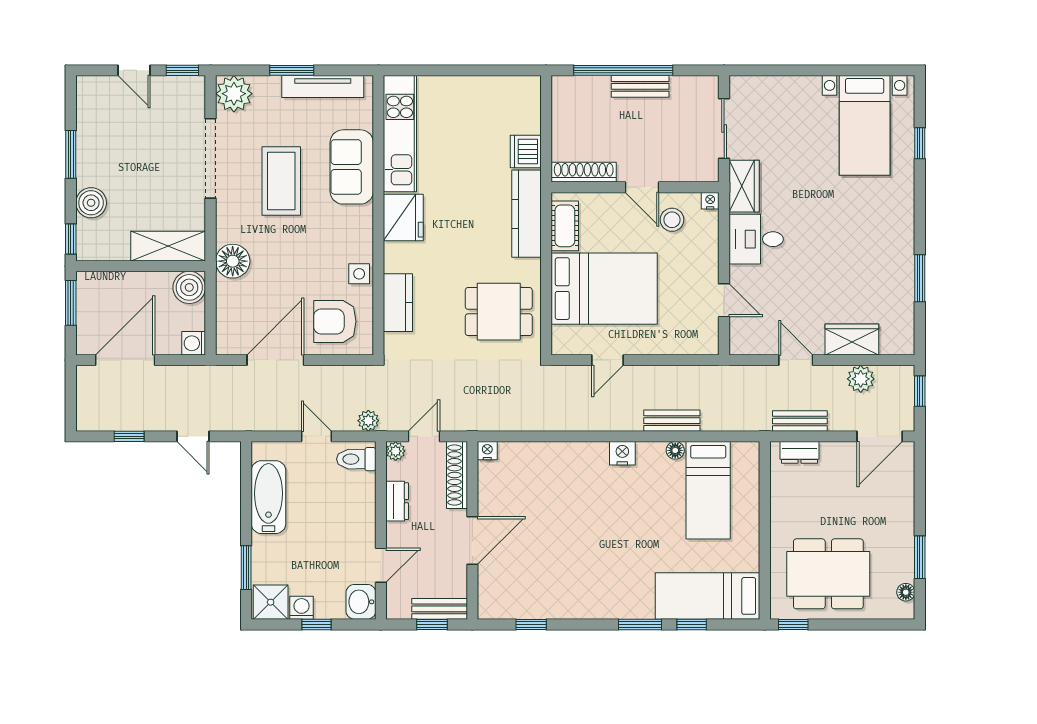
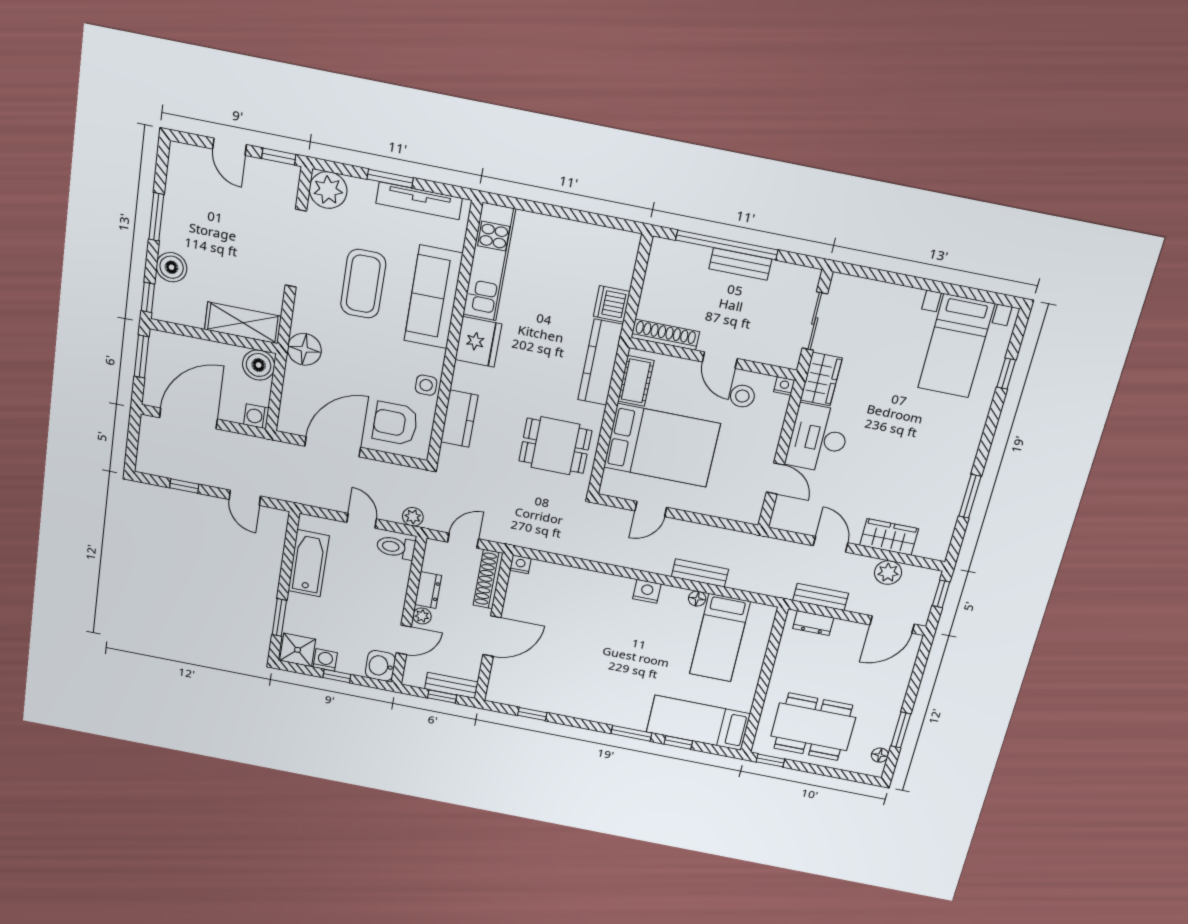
sofa: (352, 167) -> (433, 297), width x1.36
desk: (756, 239) -> (818, 438), width x1.37
plant: (396, 451) -> (422, 616), moved

